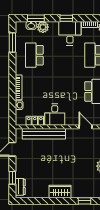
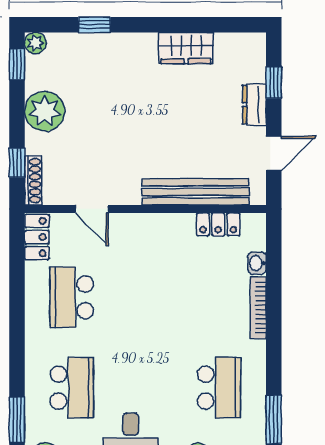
desk: (55, 115) -> (168, 240), removed
dresser: (20, 187) -> (254, 105), moved
wardrobe: (60, 191) -> (186, 48), moved

